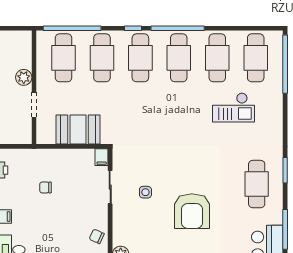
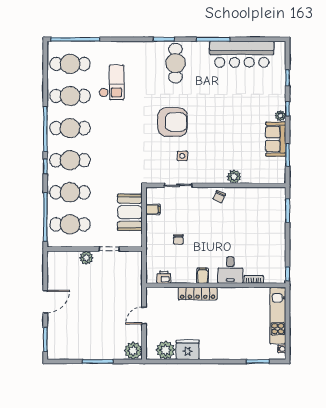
filing cabinet: (102, 157) -> (153, 209), moved
cafe table: (257, 184) -> (175, 63), turned 90
armchair: (192, 211) -> (173, 122), moved

